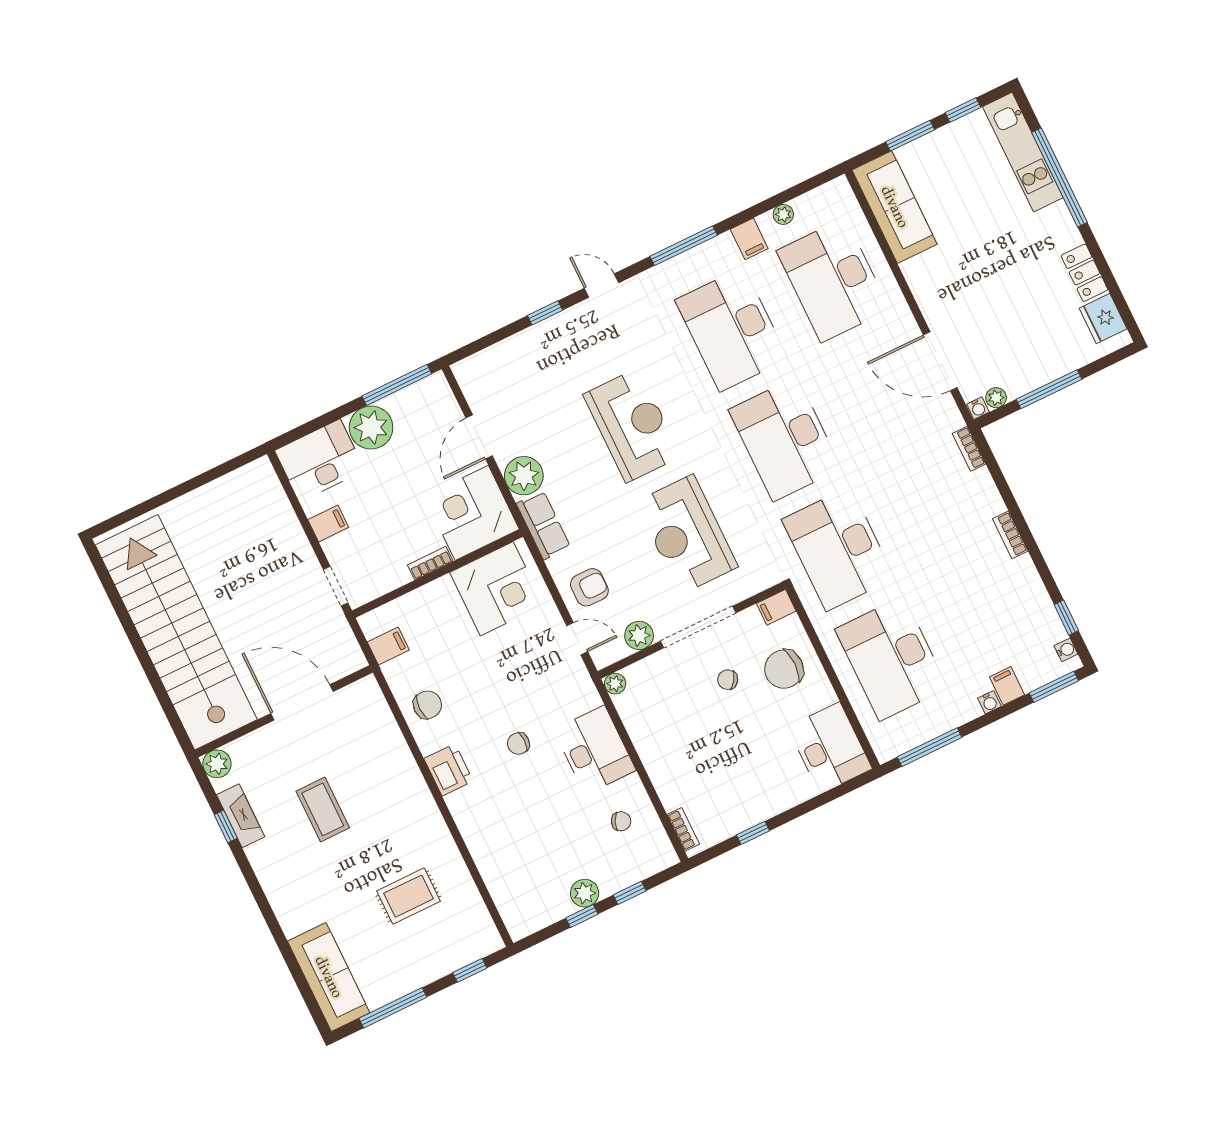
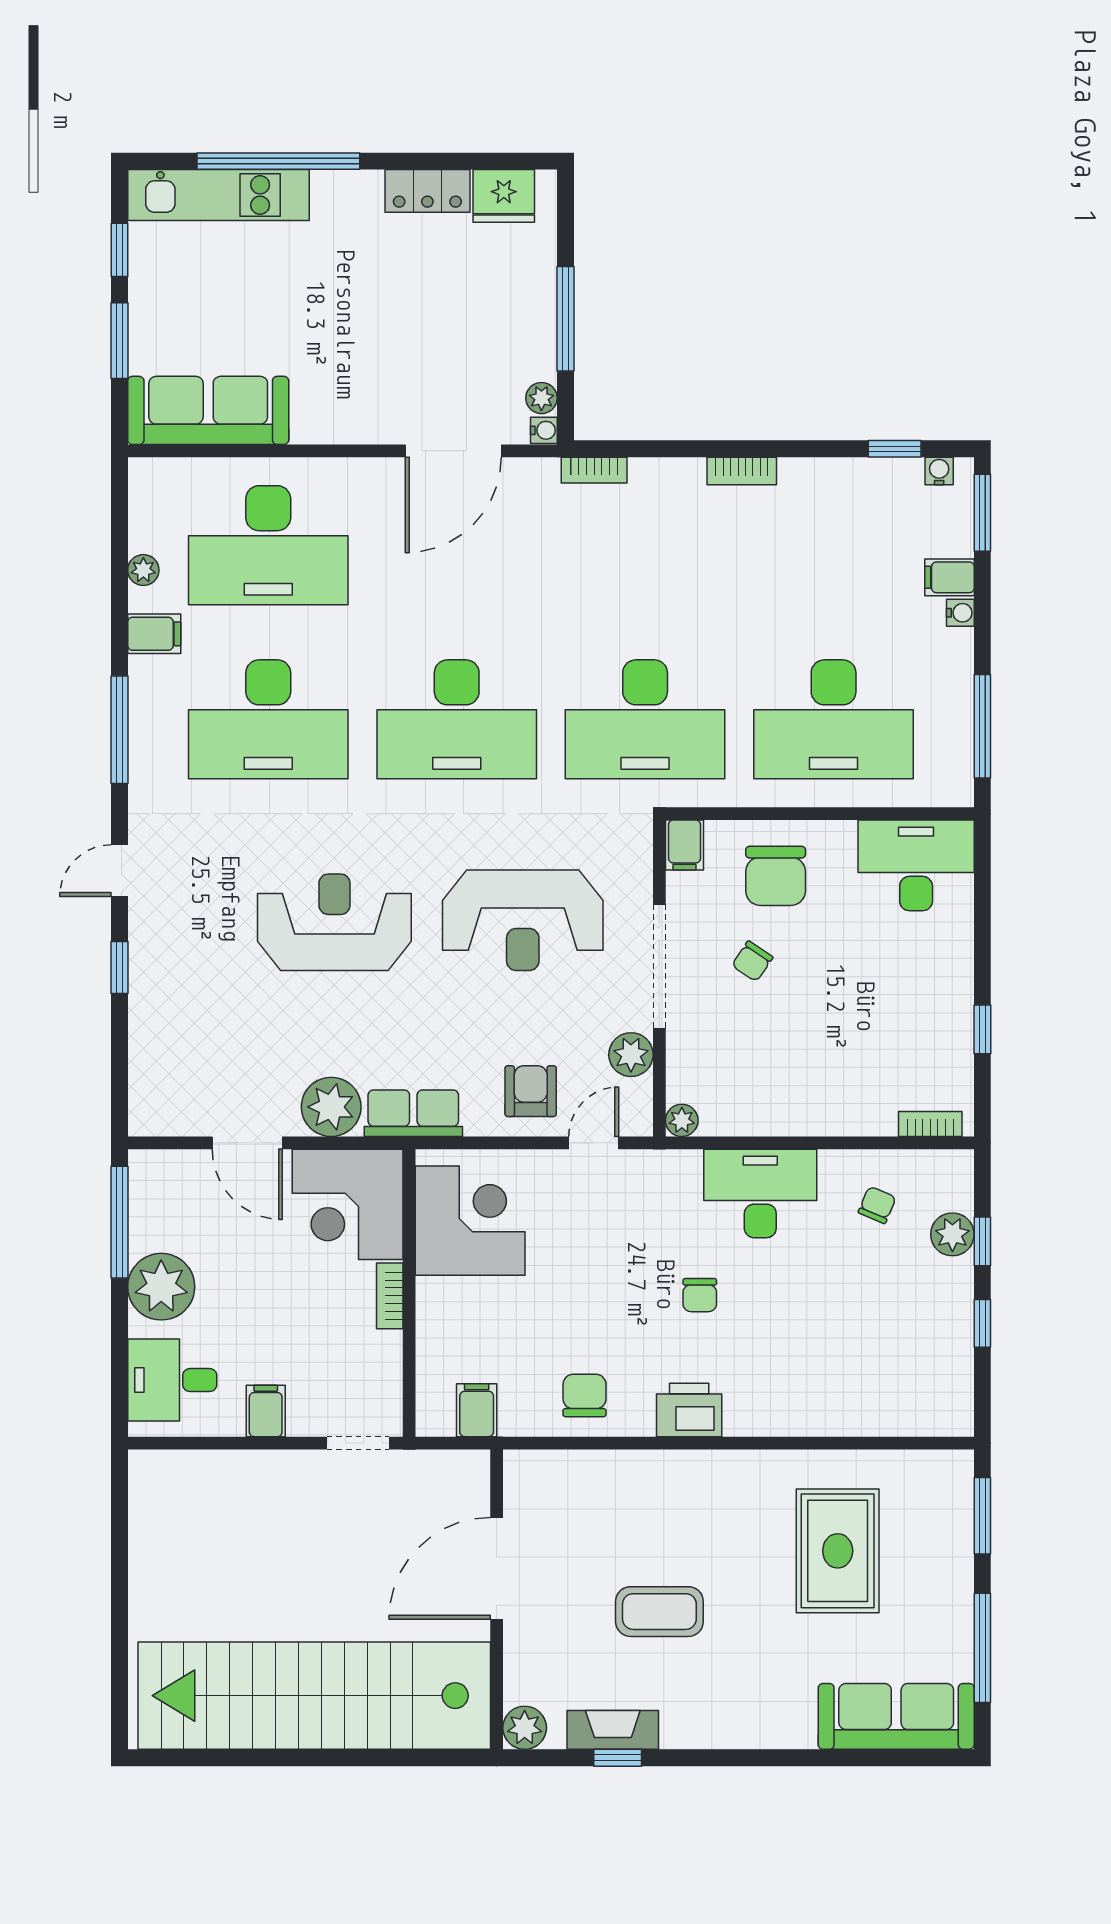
desk: (320, 460) -> (172, 1380), width x0.73
plant: (585, 893) -> (952, 1234), moved
rug: (408, 896) -> (838, 1551), width x1.36, depth x1.43
window: (470, 970) -> (982, 1516), width x1.50

